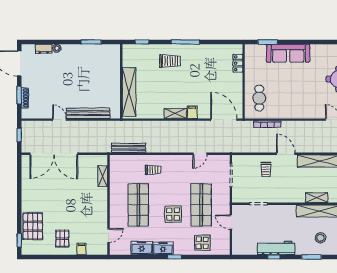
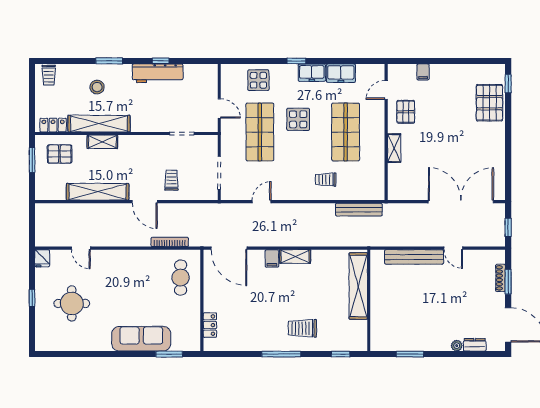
shelving: (103, 176) -> (394, 148), moved
pallet: (62, 239) -> (406, 112), moved

